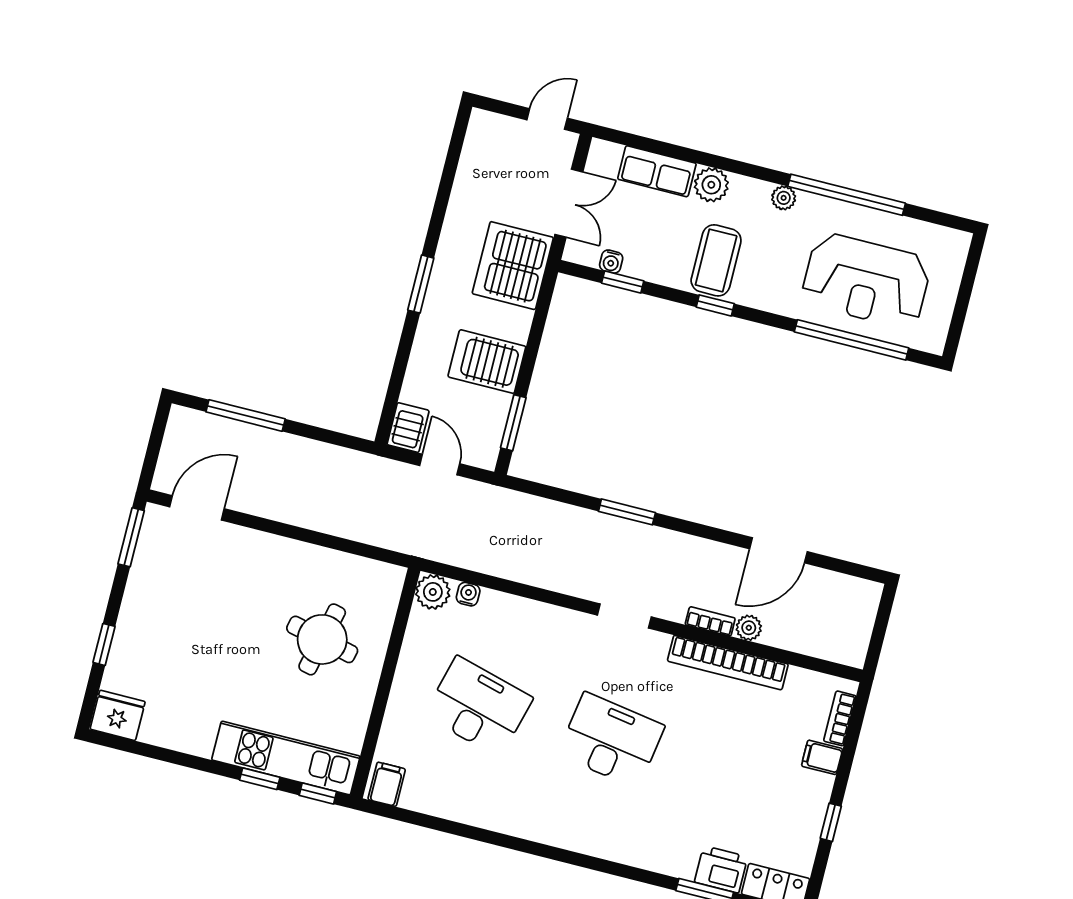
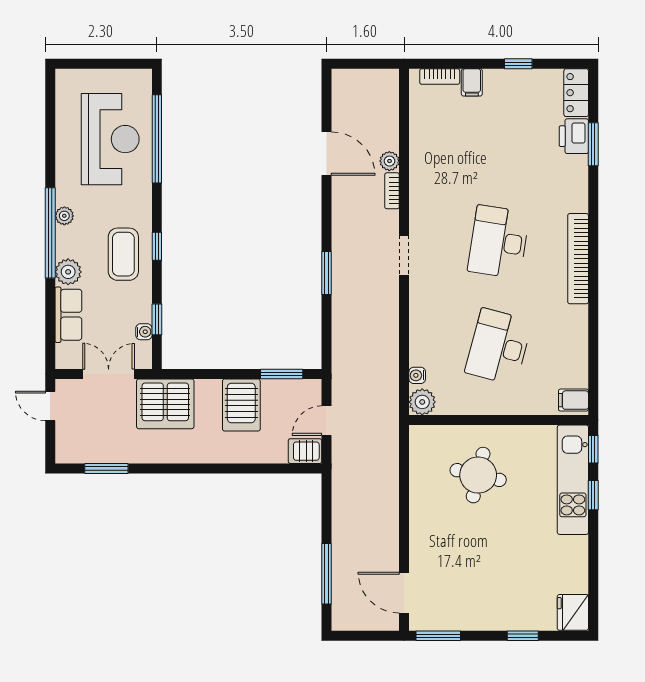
window: (847, 195) -> (50, 233), moved
coffee table: (716, 260) -> (123, 254), turned 90
window: (421, 284) -> (106, 469), moved
bookcase: (728, 663) -> (578, 259), moved, turned 180

